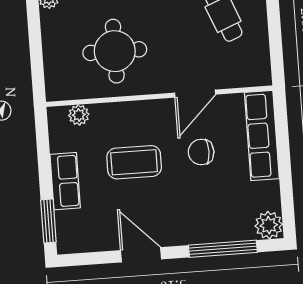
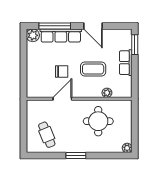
plant: (79, 115) -> (107, 93), moved
row of seats: (262, 136) -> (61, 35), moved, turned 90

